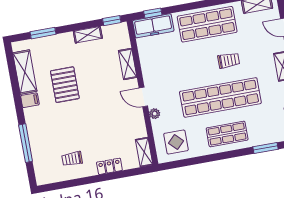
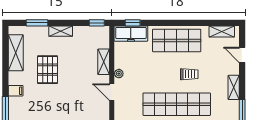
shelving: (88, 35) -> (61, 31), moved
filing cabinet: (30, 100) -> (16, 91), moved
plant: (155, 114) -> (119, 74), moved

